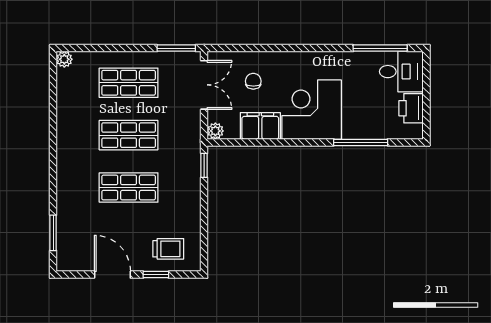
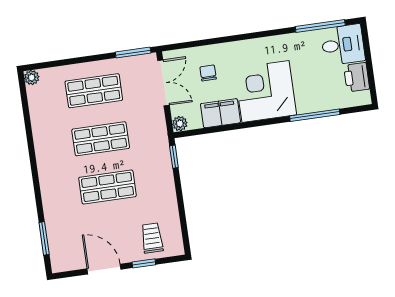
trolley: (168, 249) -> (152, 238), turned -90

